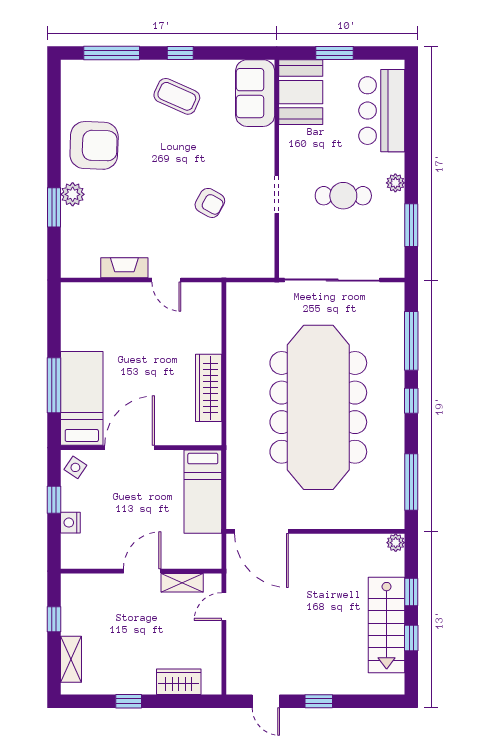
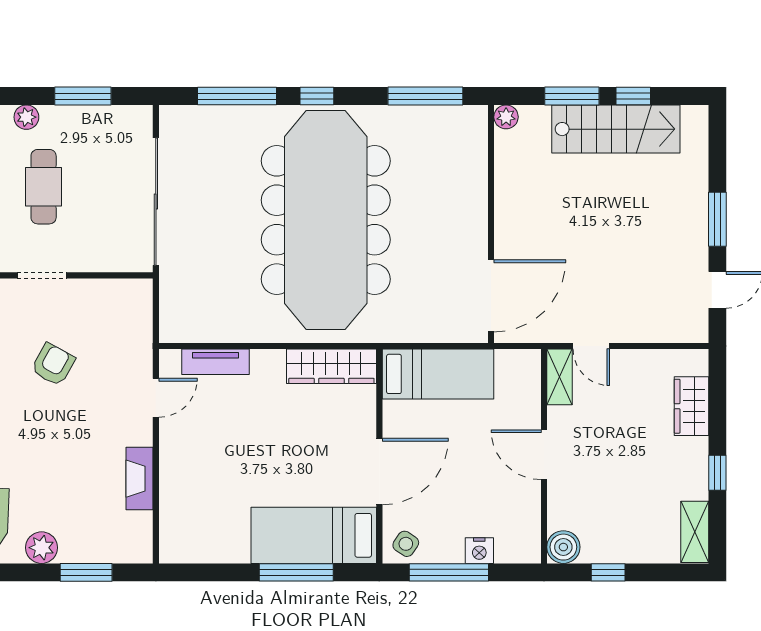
window: (54, 207) -> (86, 572), moved
door: (166, 280) -> (156, 398), moved
tv unit: (212, 325) -> (215, 362), added
wardrobe: (209, 388) -> (331, 366), moved
meeting table: (318, 407) -> (326, 220), turned 90
door: (130, 448) -> (379, 472), swing flipped
window: (54, 500) -> (449, 572), width x2.17
shelving: (182, 583) -> (559, 377), moved
boiler: (73, 586) -> (563, 547), added
window: (411, 592) -> (572, 96), width x1.50
shelving: (71, 659) -> (695, 532), moved, turned 90
window: (319, 701) -> (717, 219), width x1.50

